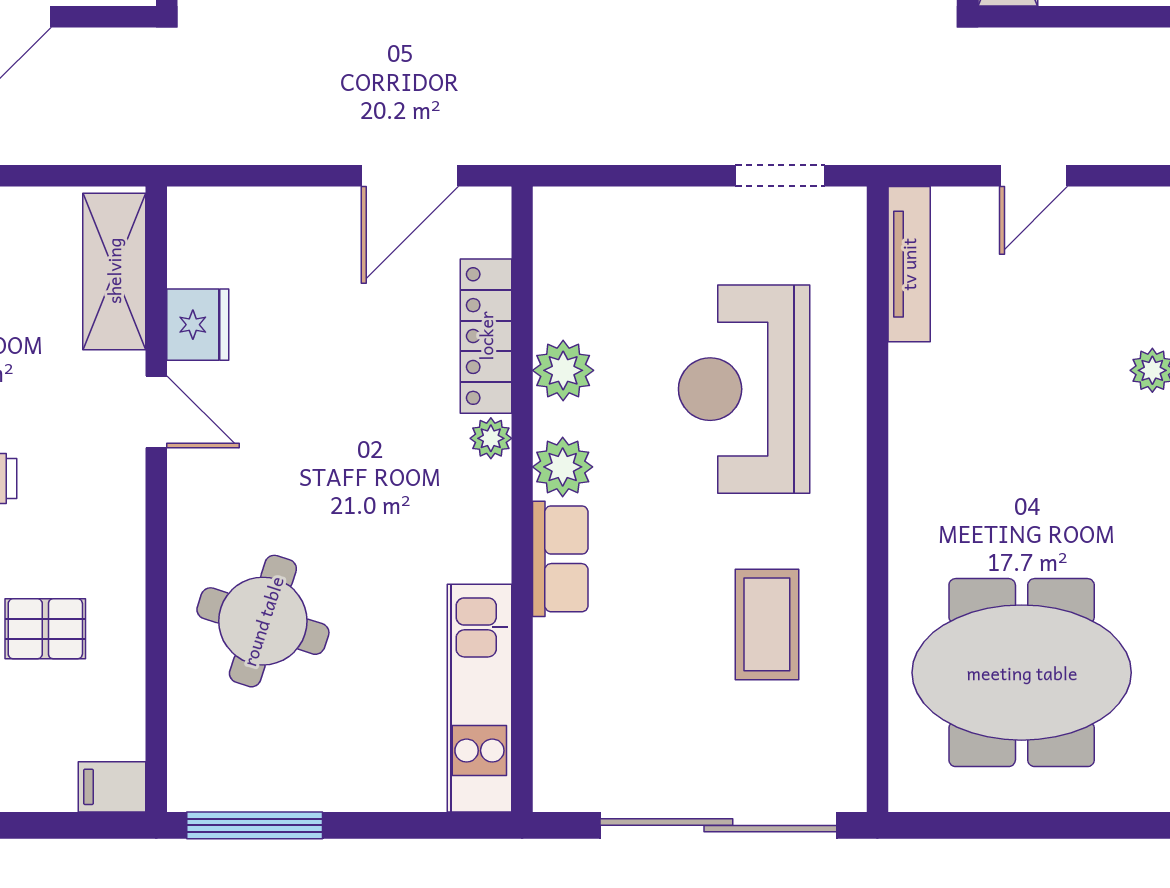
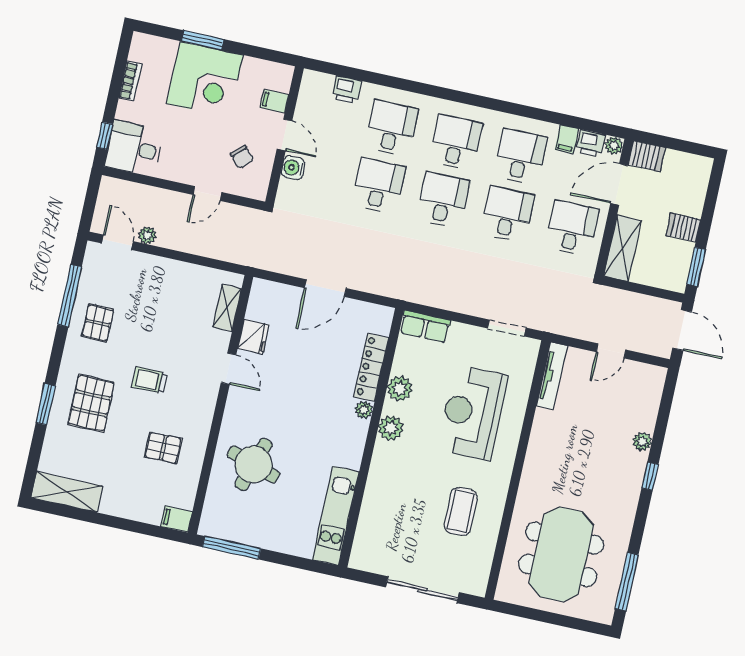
door: (410, 176) -> (325, 288), moved
shelving: (114, 271) -> (227, 308), width x0.67, depth x0.75
row of seats: (560, 559) -> (425, 326), moved, turned 90
meeting table: (1022, 673) -> (561, 554), turned 90
sliding door: (718, 825) -> (422, 590), width x0.73

